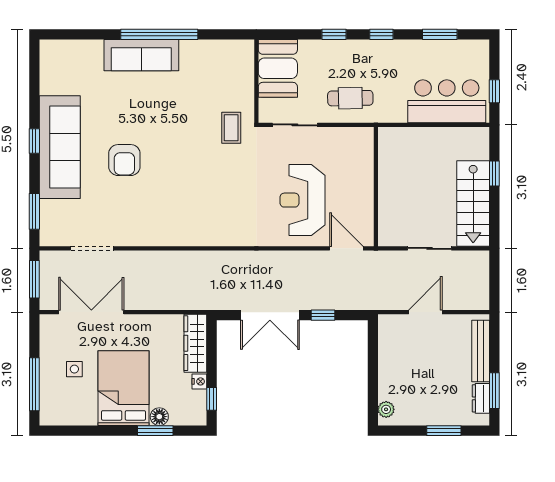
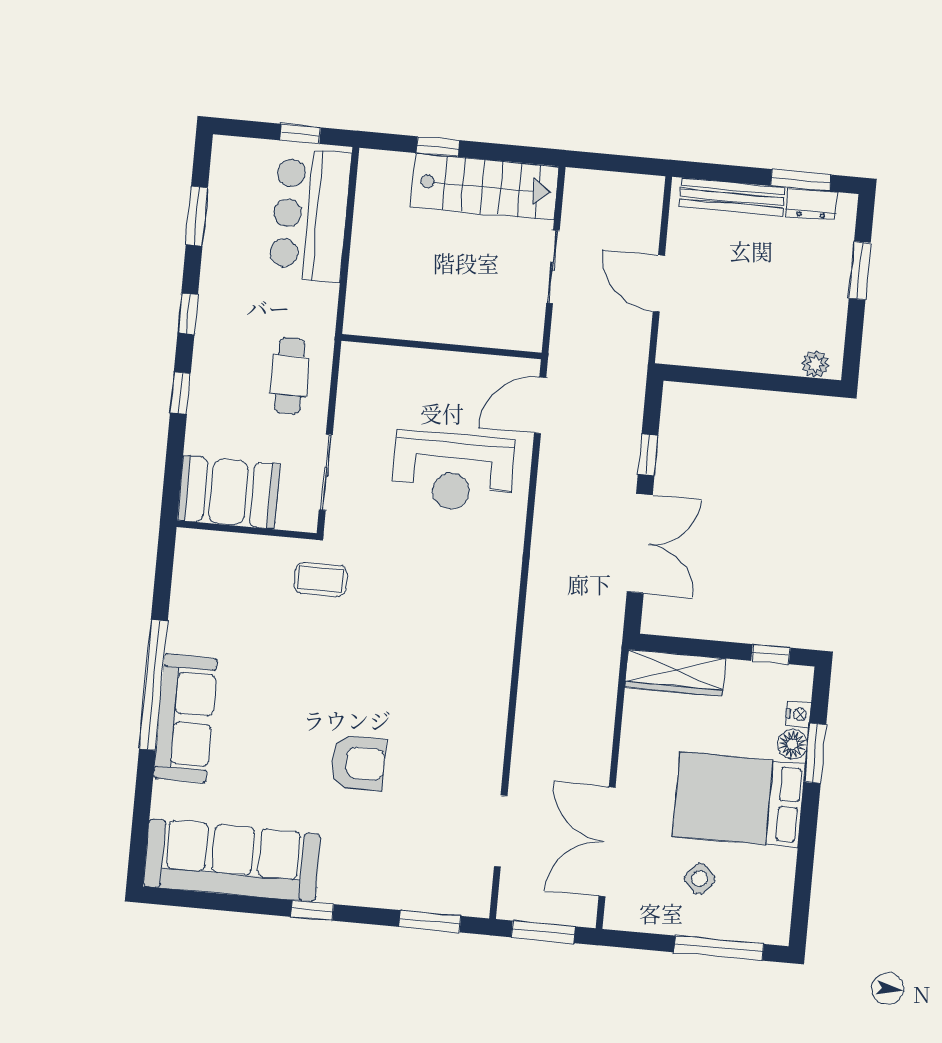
sofa: (60, 147) -> (232, 860), moved
side table: (74, 369) -> (700, 879), turned 45
nightstand: (199, 381) -> (798, 714), moved, turned 90

